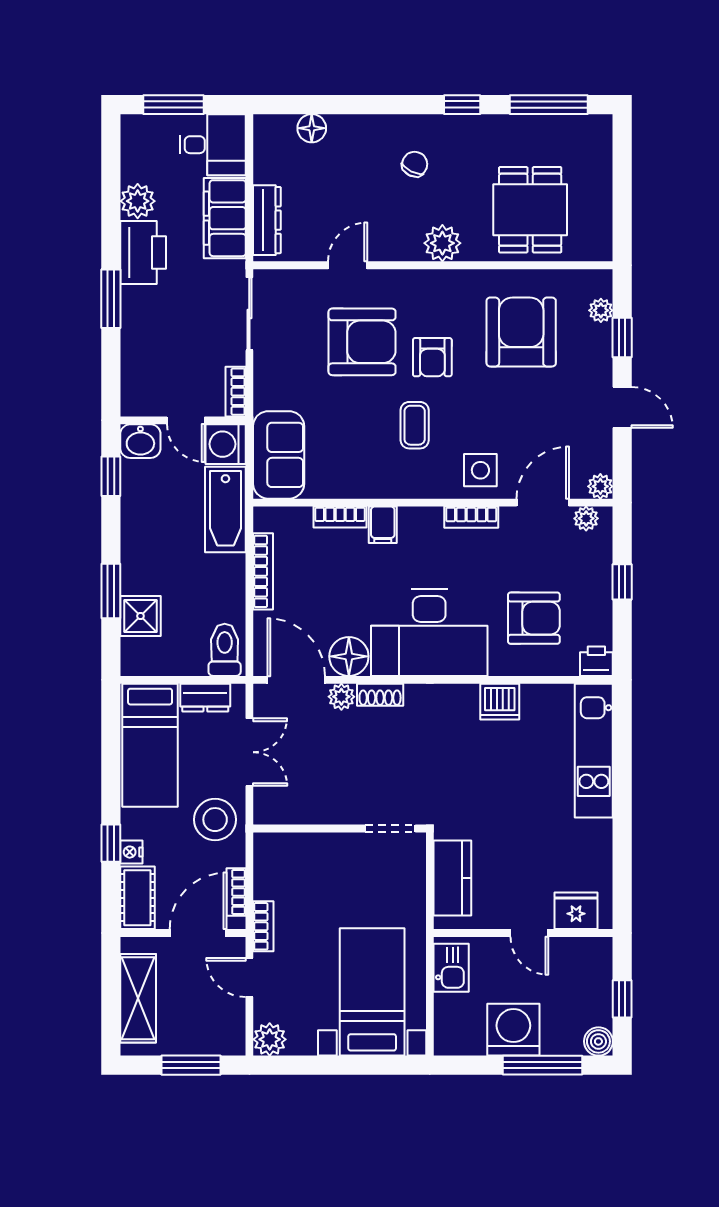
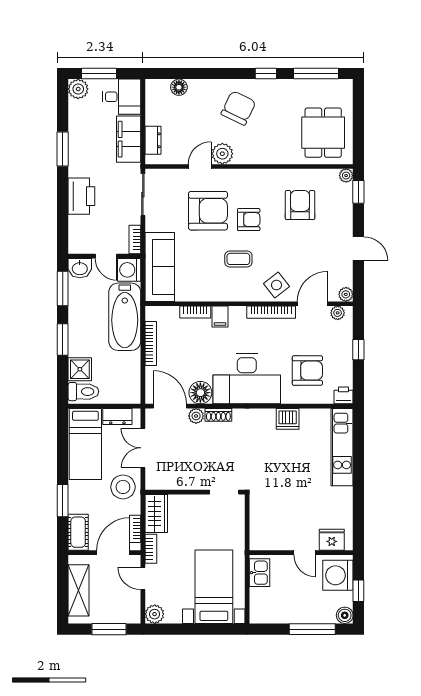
chair: (415, 164) -> (238, 108), width x1.87, depth x1.87
plant: (138, 201) -> (78, 89), moved
dining table: (530, 210) -> (323, 133), moved
dresser: (267, 220) -> (153, 140), width x0.70
plant: (442, 243) -> (222, 154), moved
printer: (143, 253) -> (81, 196), moved
window: (111, 299) -> (63, 149), moved
plant: (601, 310) -> (346, 176), moved
armchair: (521, 332) -> (300, 205), width x0.73, depth x0.73
window: (622, 337) -> (358, 192), moved
armchair: (432, 357) -> (249, 220), turned -90
coffee table: (415, 425) -> (238, 259), turned 90
sofa: (279, 455) -> (160, 267), width x1.36
side table: (480, 470) -> (276, 285), turned -38
window: (111, 476) -> (63, 288), width x1.50
bathtub: (225, 510) -> (125, 317), width x1.36, depth x1.36
bookcase: (471, 517) -> (271, 312), width x1.56
window: (111, 591) -> (63, 339), moved
toilet: (225, 650) -> (83, 392), moved, turned 90
double door: (249, 752) -> (143, 448), swing flipped
window: (111, 843) -> (63, 501), width x1.50
nightstand: (131, 852) -> (75, 506), removed
wardrobe: (272, 865) -> (156, 514), added
kitchen counter: (452, 878) -> (260, 521), removed
washing machine: (513, 1030) -> (338, 575), moved, turned -90

